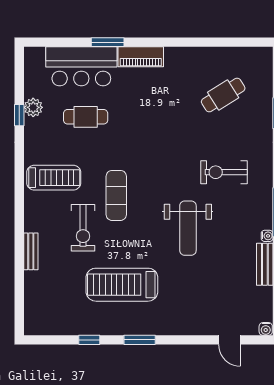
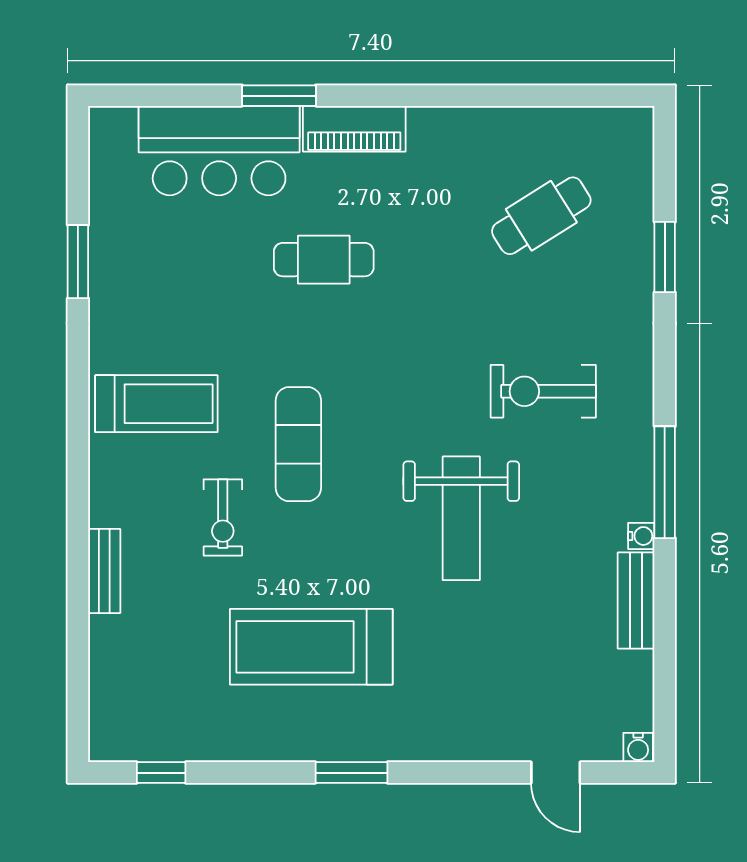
plant: (33, 107) -> (110, 244), removed
window: (19, 115) -> (78, 262), width x1.50
cafe table: (86, 117) -> (324, 260), moved
exercise bike: (83, 228) -> (223, 517), width x0.73, depth x0.72
window: (89, 340) -> (161, 773), moved

